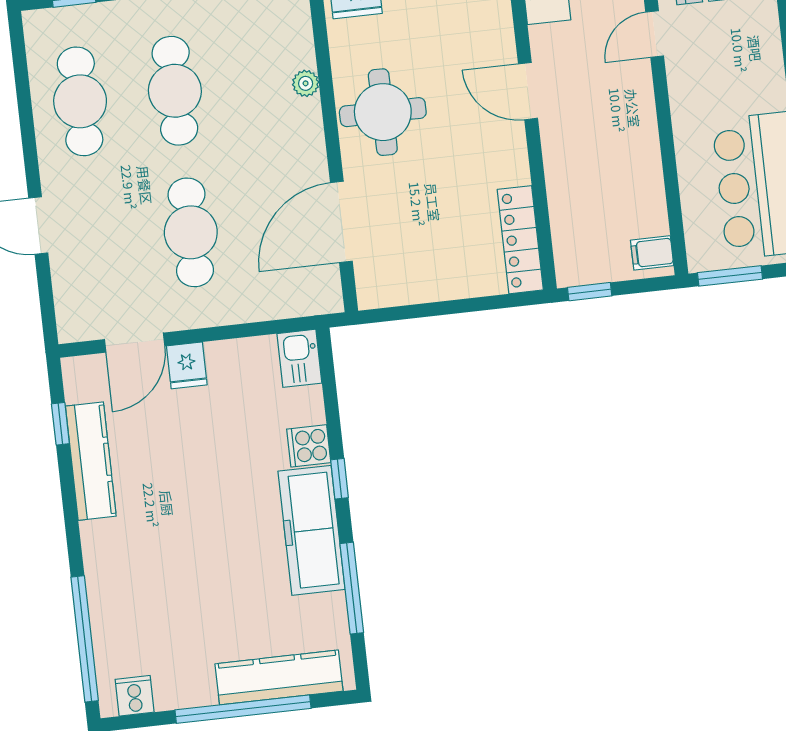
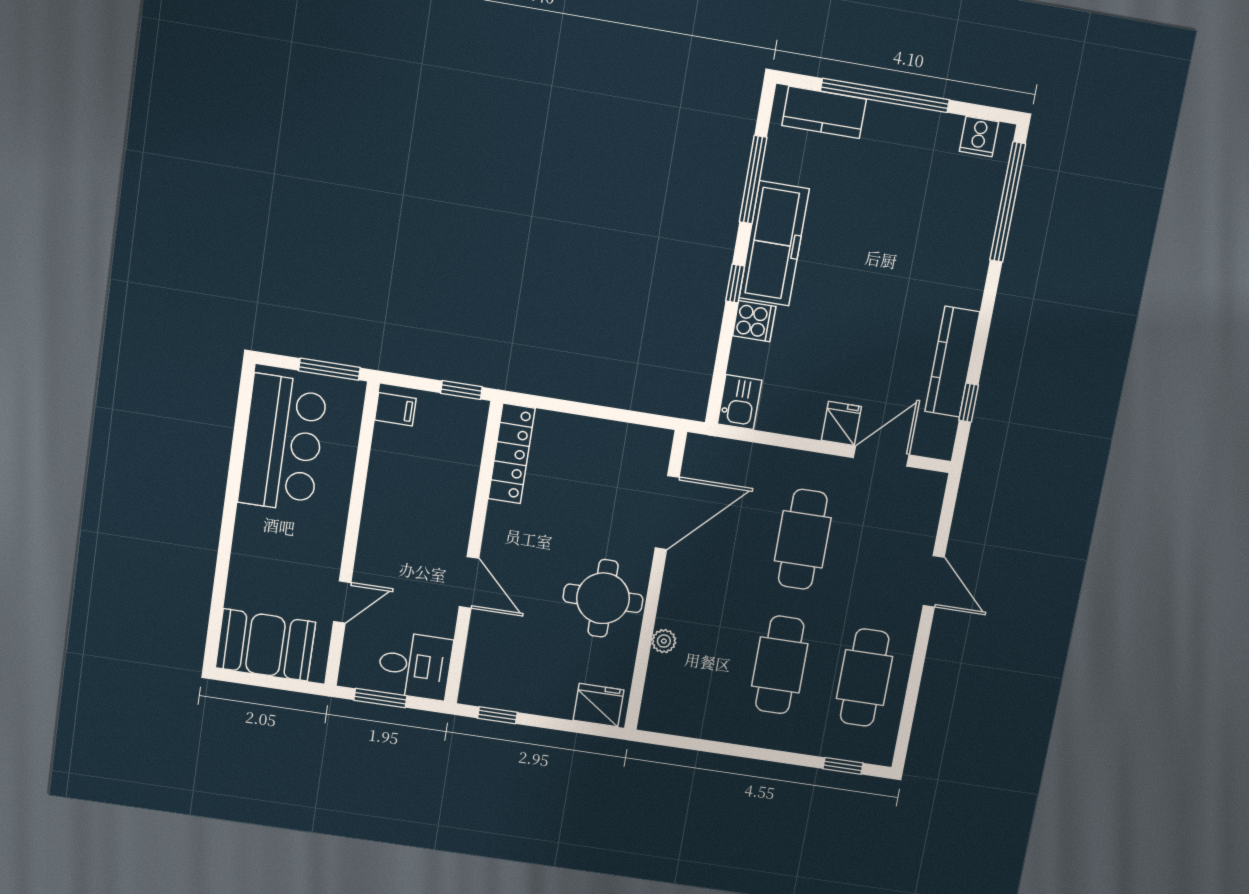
kitchen counter: (279, 677) -> (824, 112), width x0.67

